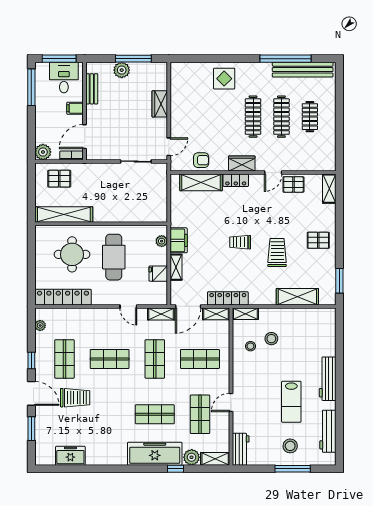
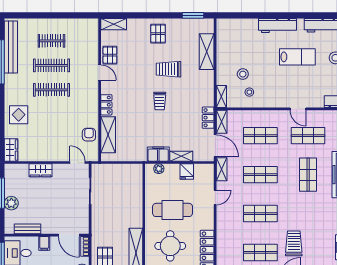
wardrobe: (242, 164) -> (11, 150), moved, turned 180
locker: (228, 298) -> (208, 118), width x0.66
shop shelf: (110, 359) -> (260, 214), turned 90
shop shelf: (200, 359) -> (260, 136), turned 90

